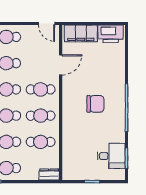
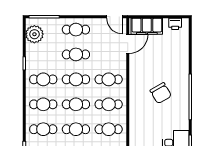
printer: (111, 34) -> (175, 24), width x0.53, depth x0.68
door: (61, 65) -> (128, 44), moved
chair: (95, 104) -> (161, 93), turned 60

